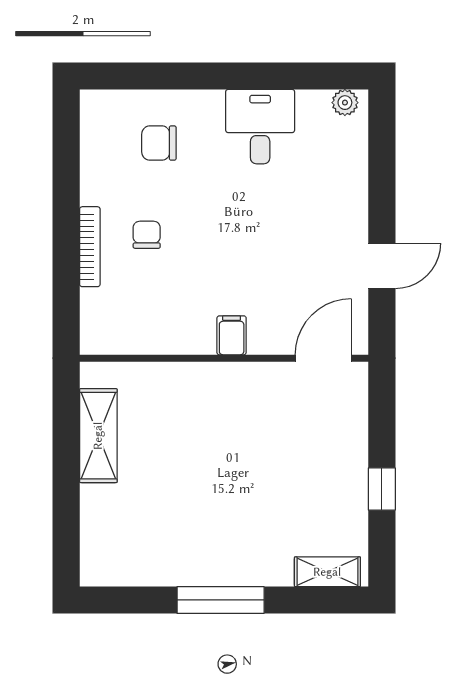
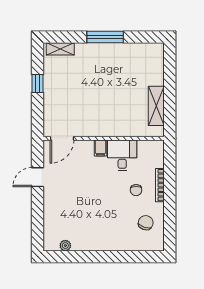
plant: (345, 103) -> (65, 246), moved
desk: (260, 127) -> (122, 155), moved, turned 180
chair: (159, 143) -> (146, 223), moved, turned -72

